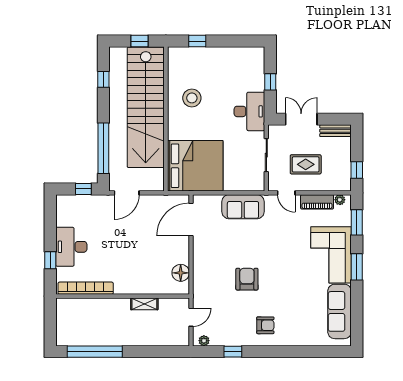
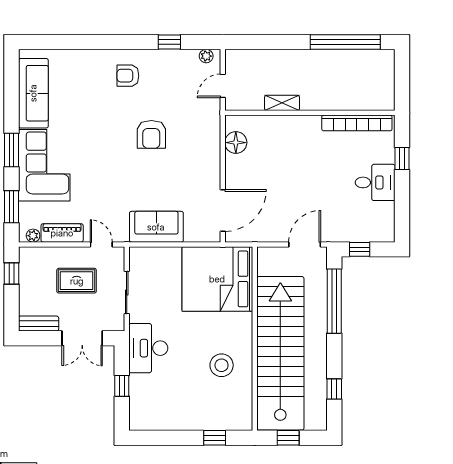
desk: (71, 247) -> (375, 182), width x0.73

